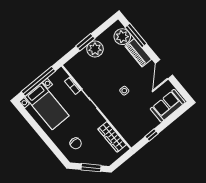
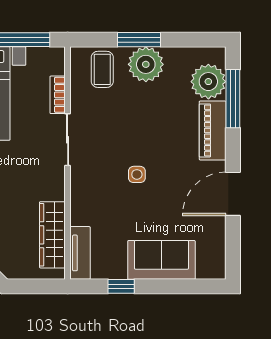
coffee table: (81, 64) -> (102, 69), added
sofa: (168, 106) -> (161, 260), moved
tv unit: (127, 135) -> (80, 253), added

